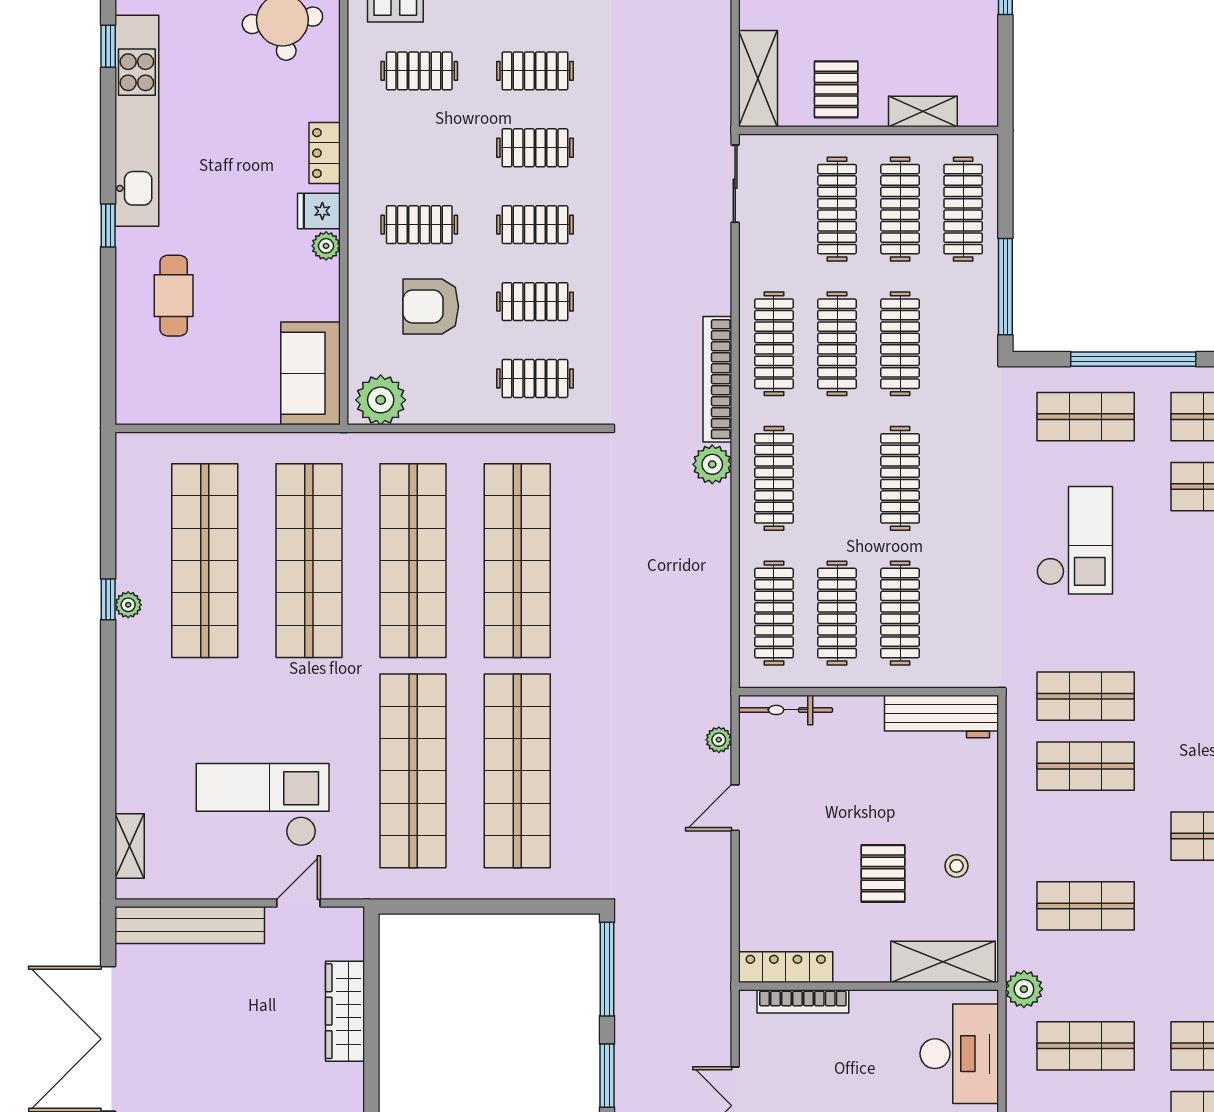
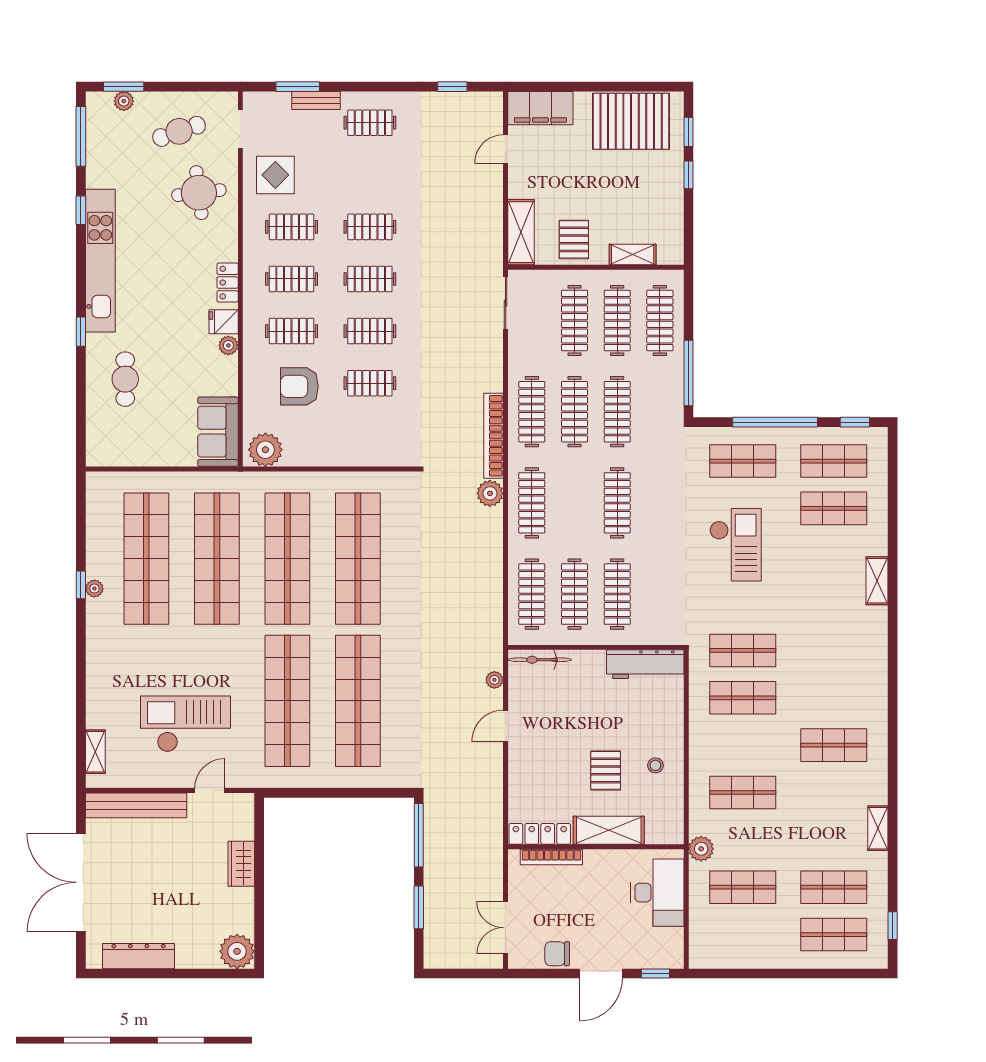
clothes rail: (535, 379) -> (292, 279), moved
shelving: (943, 962) -> (609, 830), moved
wardrobe: (345, 1011) -> (241, 864), width x0.67

